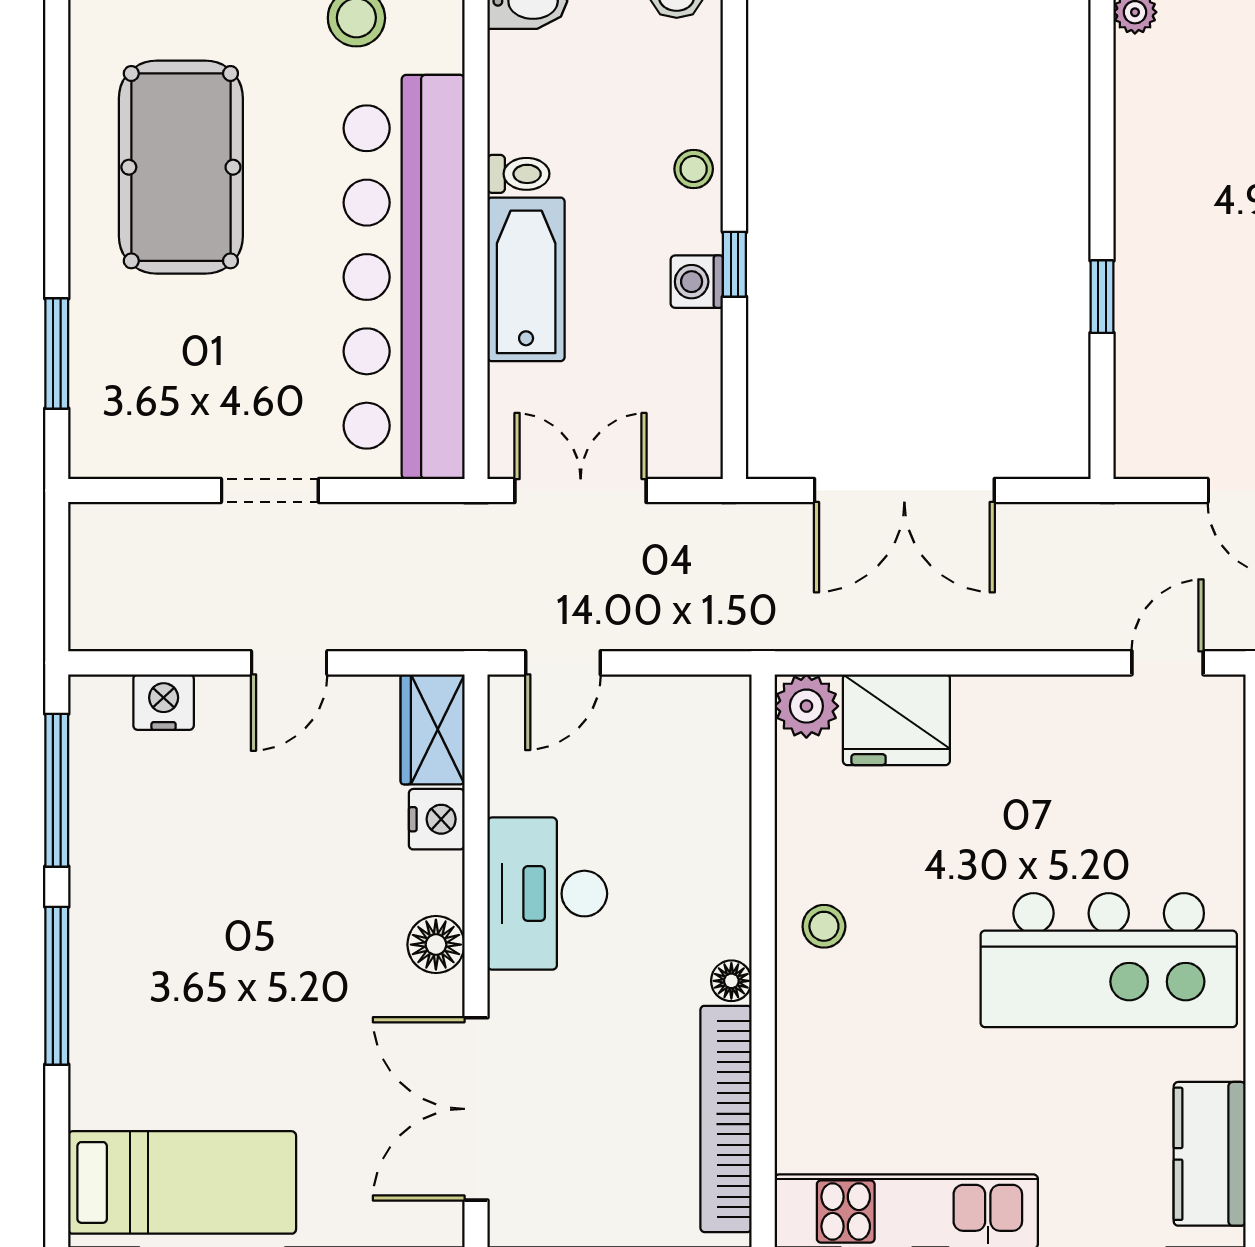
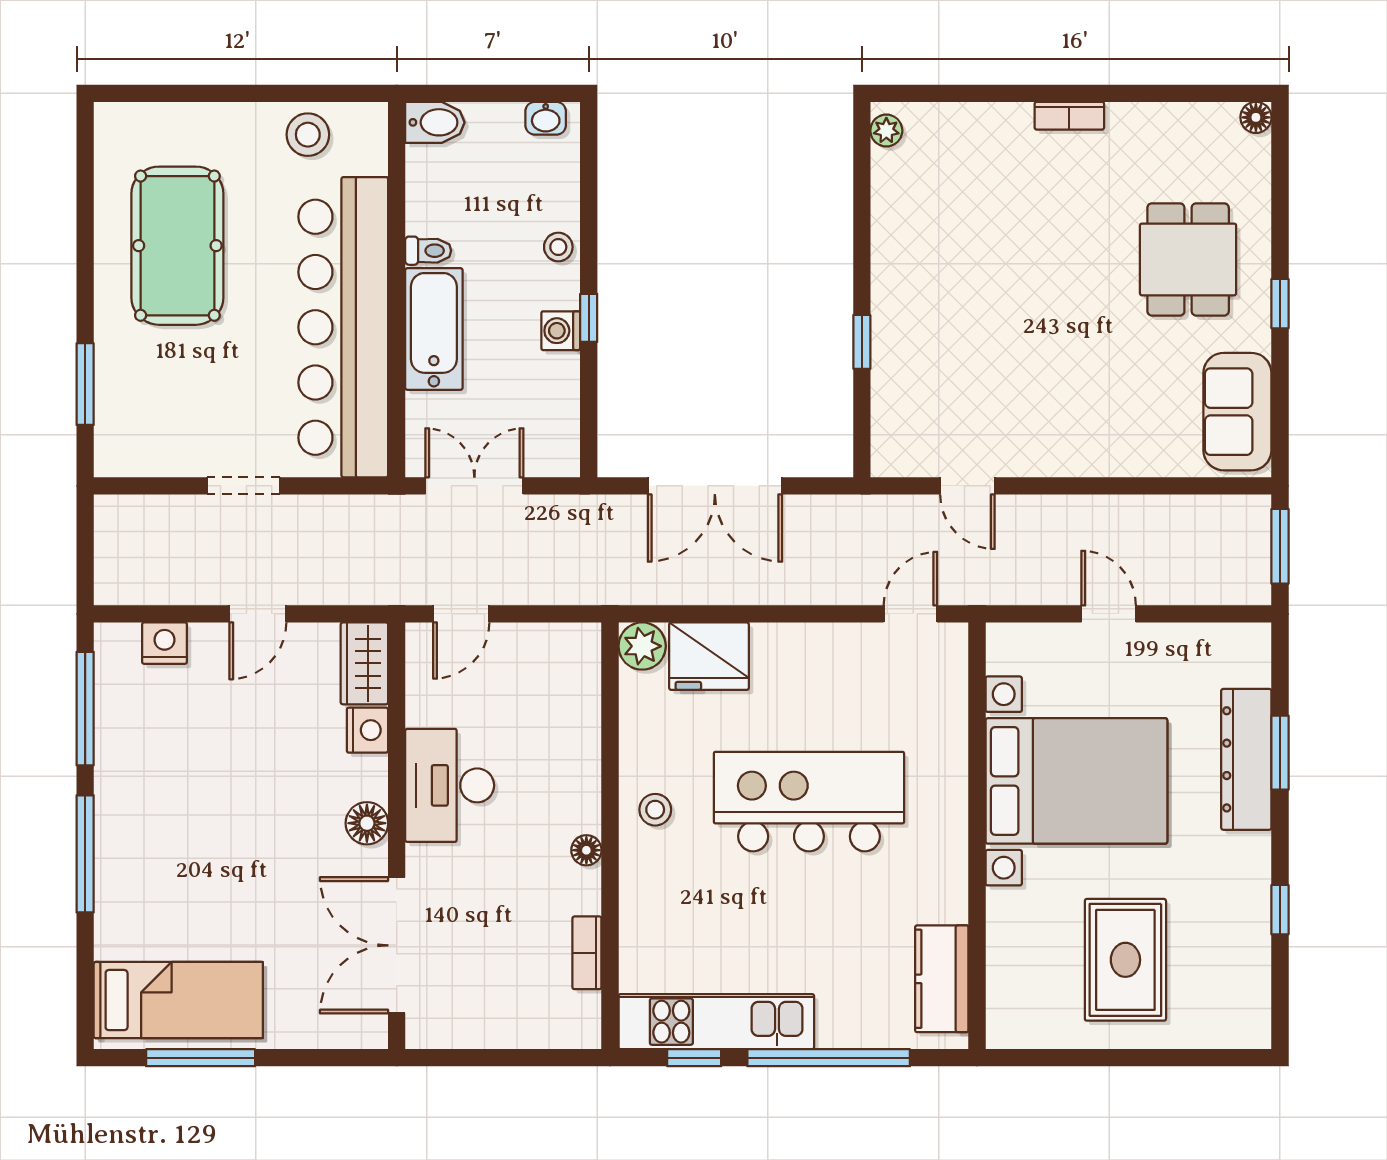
kitchen island: (1109, 960) -> (809, 802), moved, turned 180
bookcase: (726, 1119) -> (587, 953), width x0.43, depth x0.76

